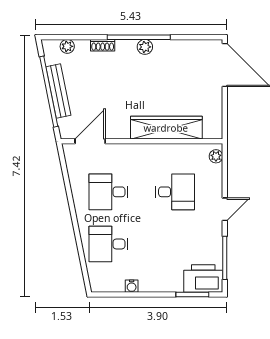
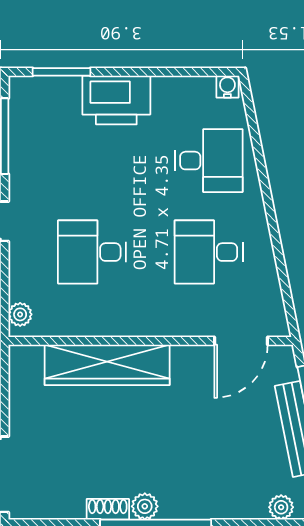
shoe rack: (103, 45) -> (108, 509), moved
desk: (109, 192) -> (209, 252), turned 180
printer: (203, 279) -> (116, 100), moved
water cooler: (132, 286) -> (227, 87), moved

